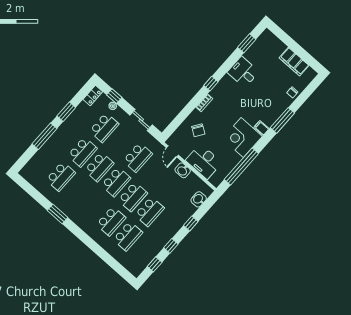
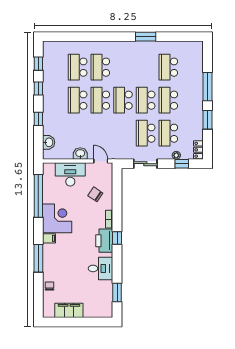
printer: (222, 90) -> (104, 241), added
school desk: (138, 157) -> (146, 133), moved

